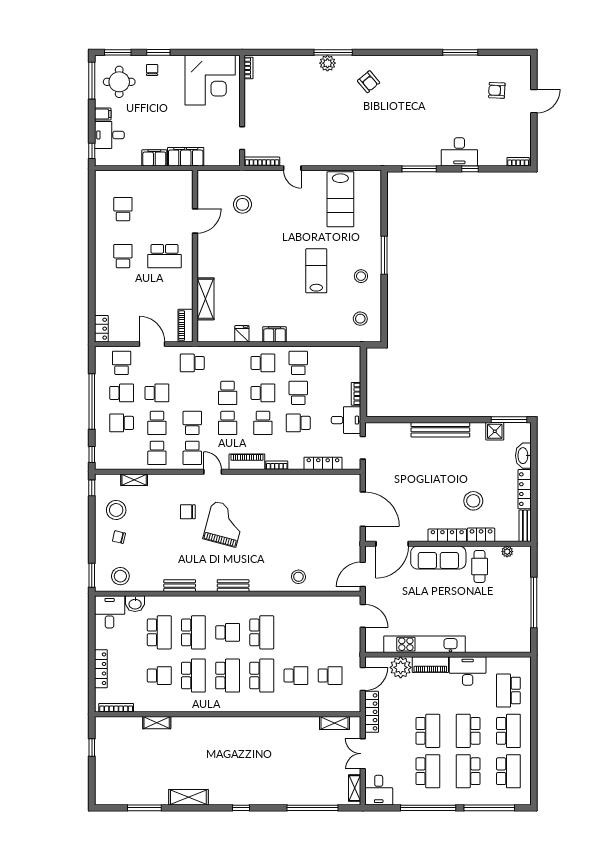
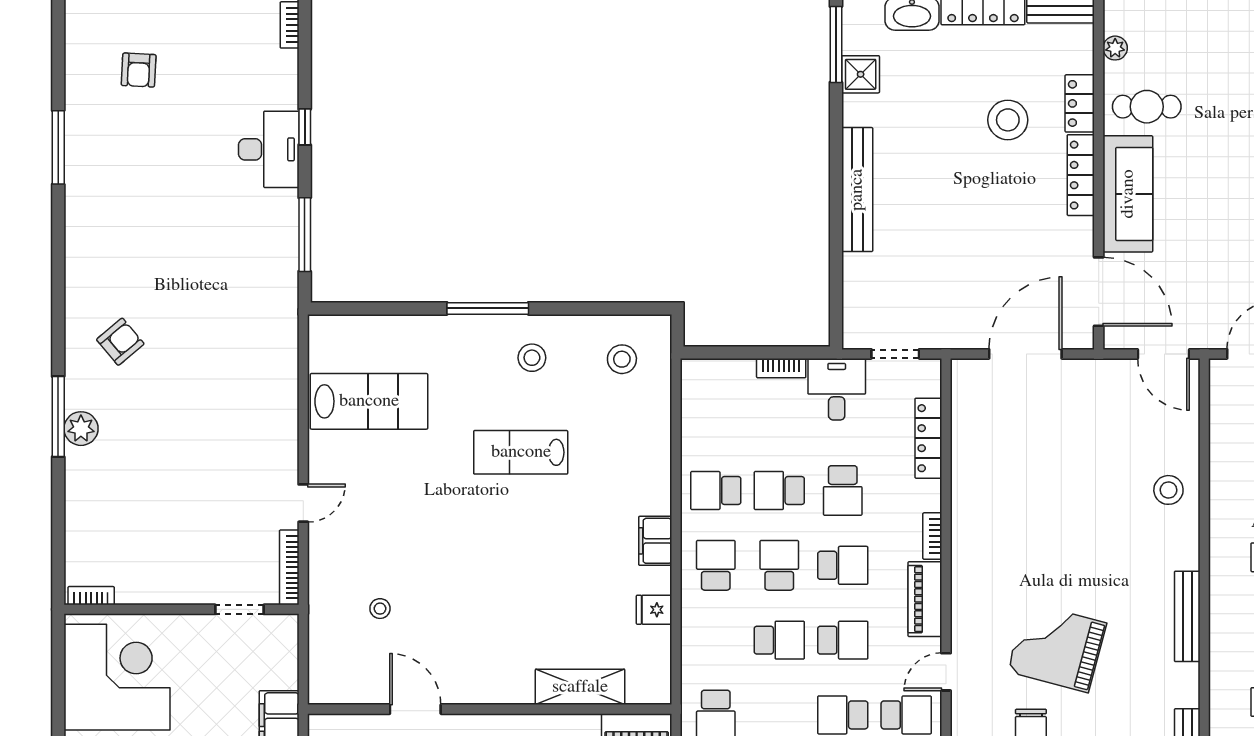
stool: (242, 204) -> (380, 609), width x0.53, depth x0.53
bench: (233, 586) -> (1187, 616), width x1.36

